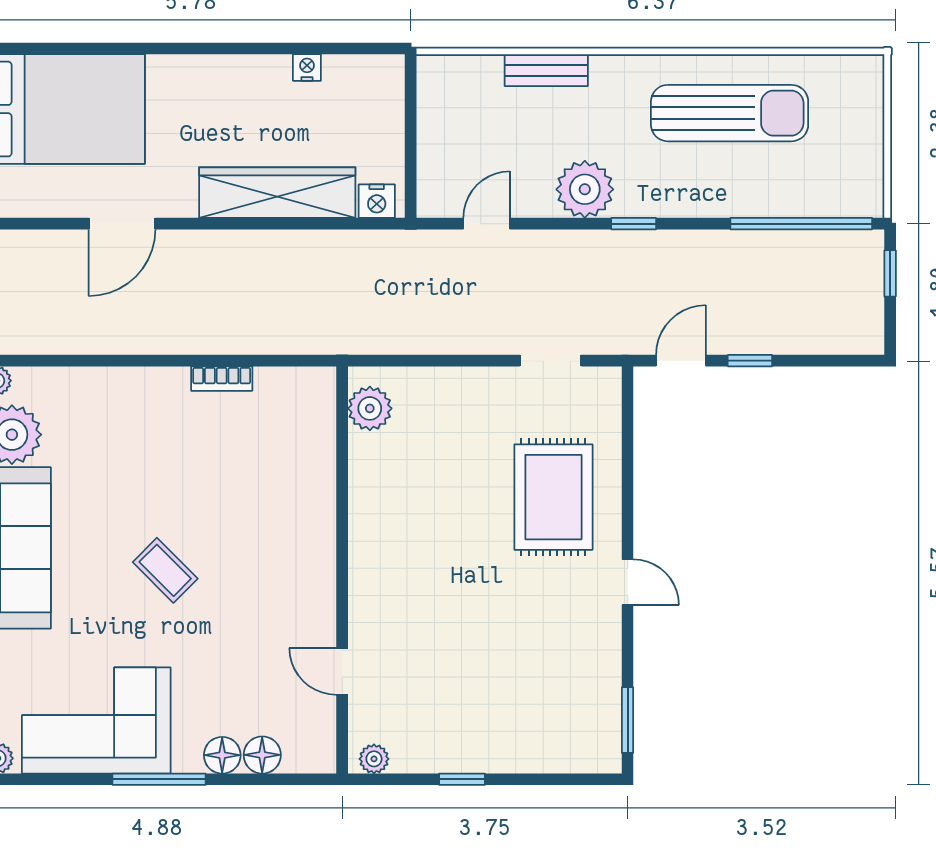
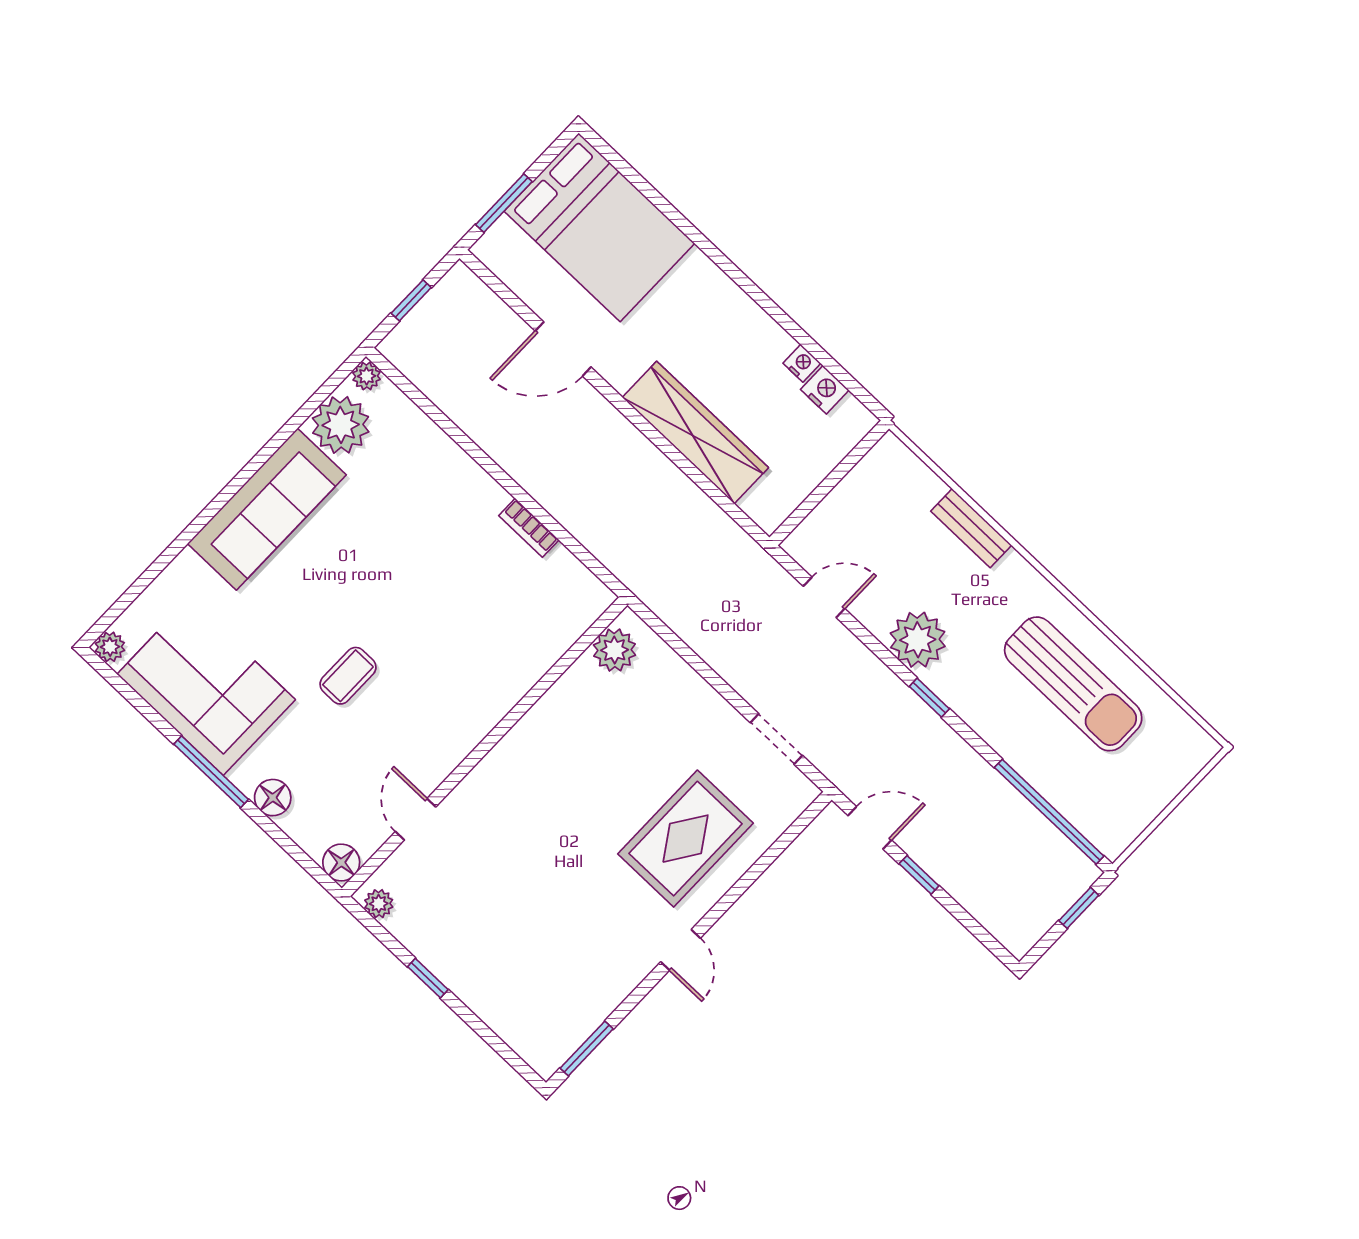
nightstand: (377, 201) -> (825, 390), moved, turned 180
coffee table: (165, 570) -> (348, 676), moved, turned 45
floor lamp: (262, 755) -> (341, 863), moved

